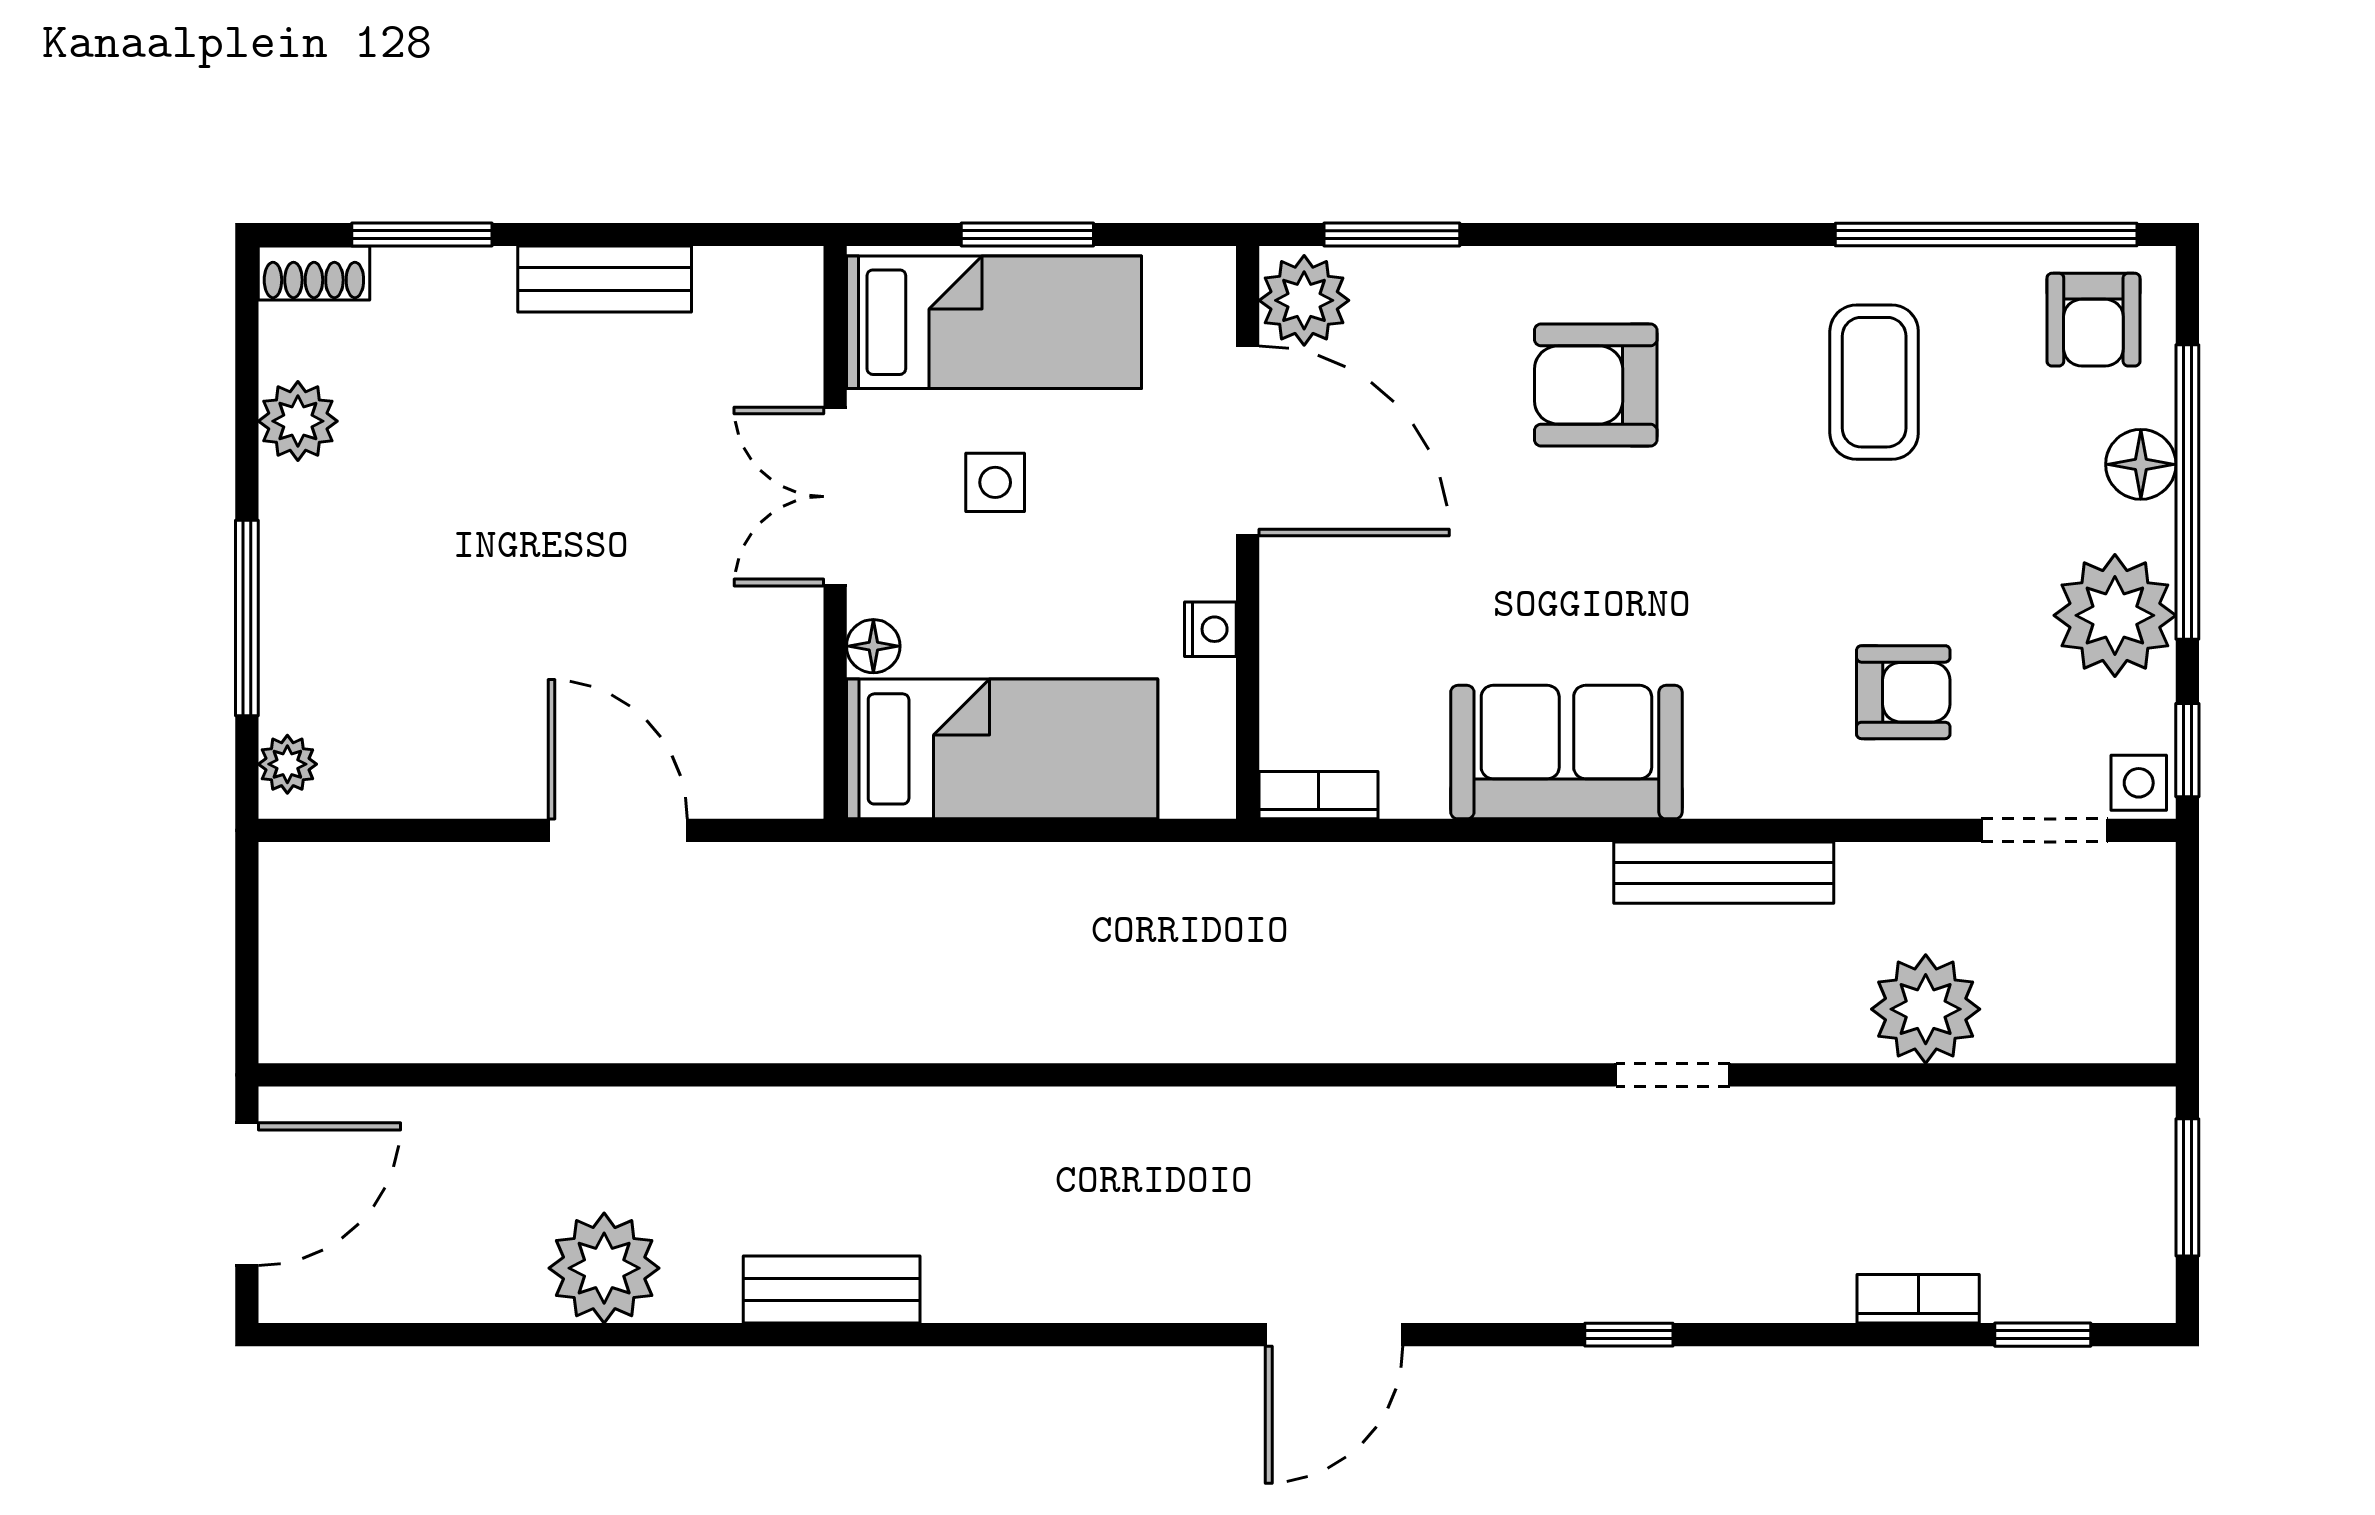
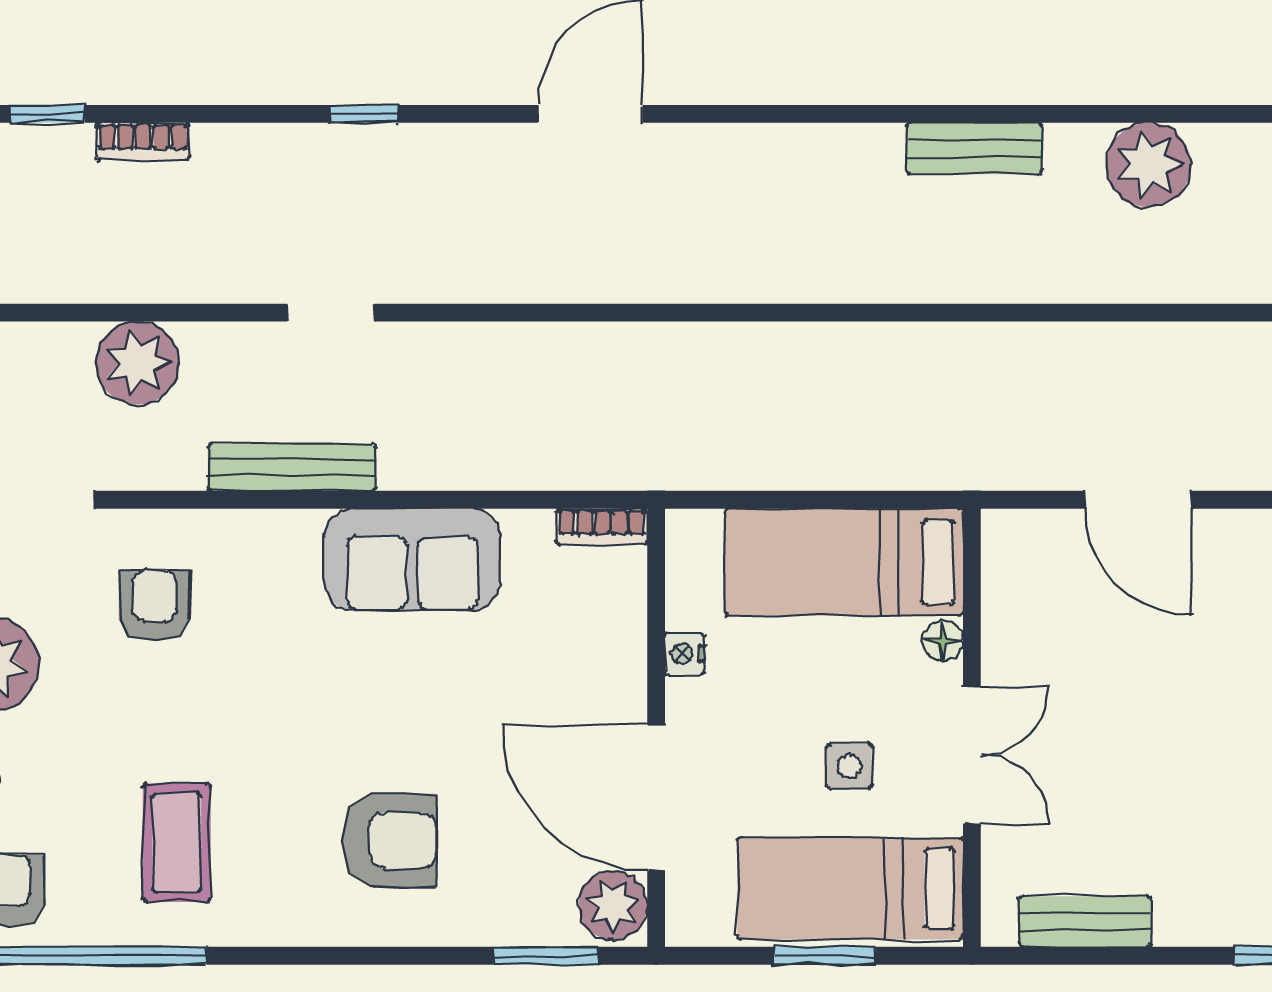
bench: (605, 279) -> (1085, 922), moved
armchair: (1903, 692) -> (154, 606), turned 90

